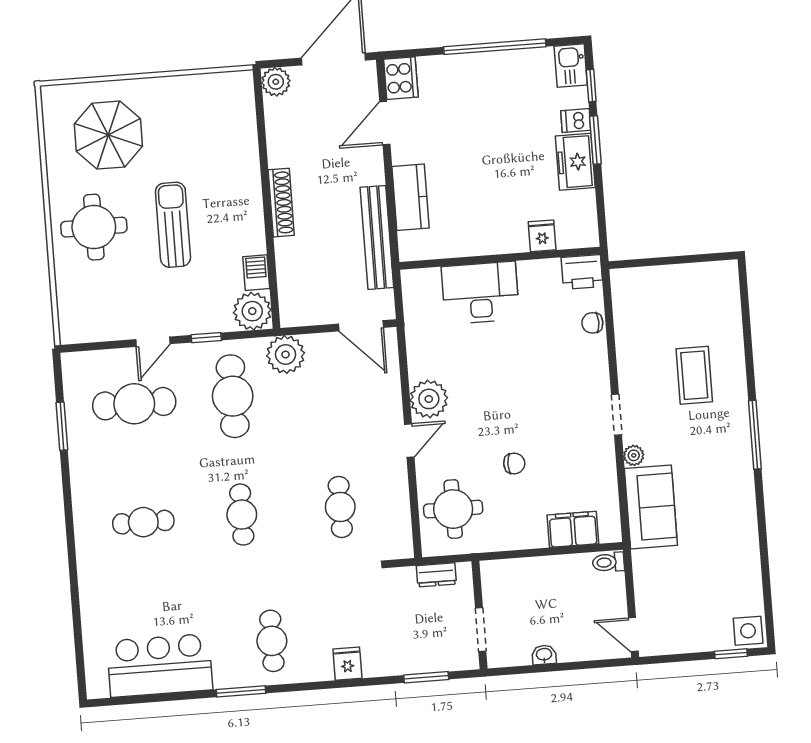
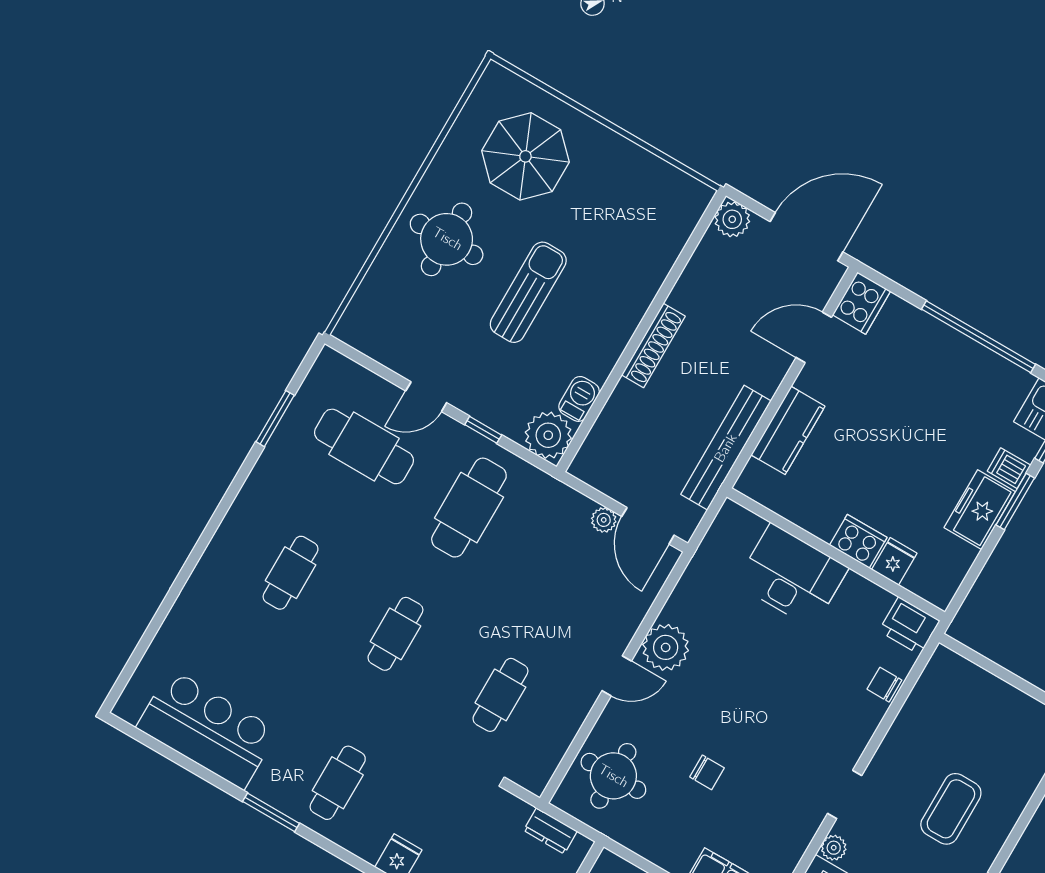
cooker: (509, 239) -> (858, 541), added
plant: (286, 354) -> (604, 520), moved, width x0.53, depth x0.53
cafe table: (143, 522) -> (291, 573), turned 90

